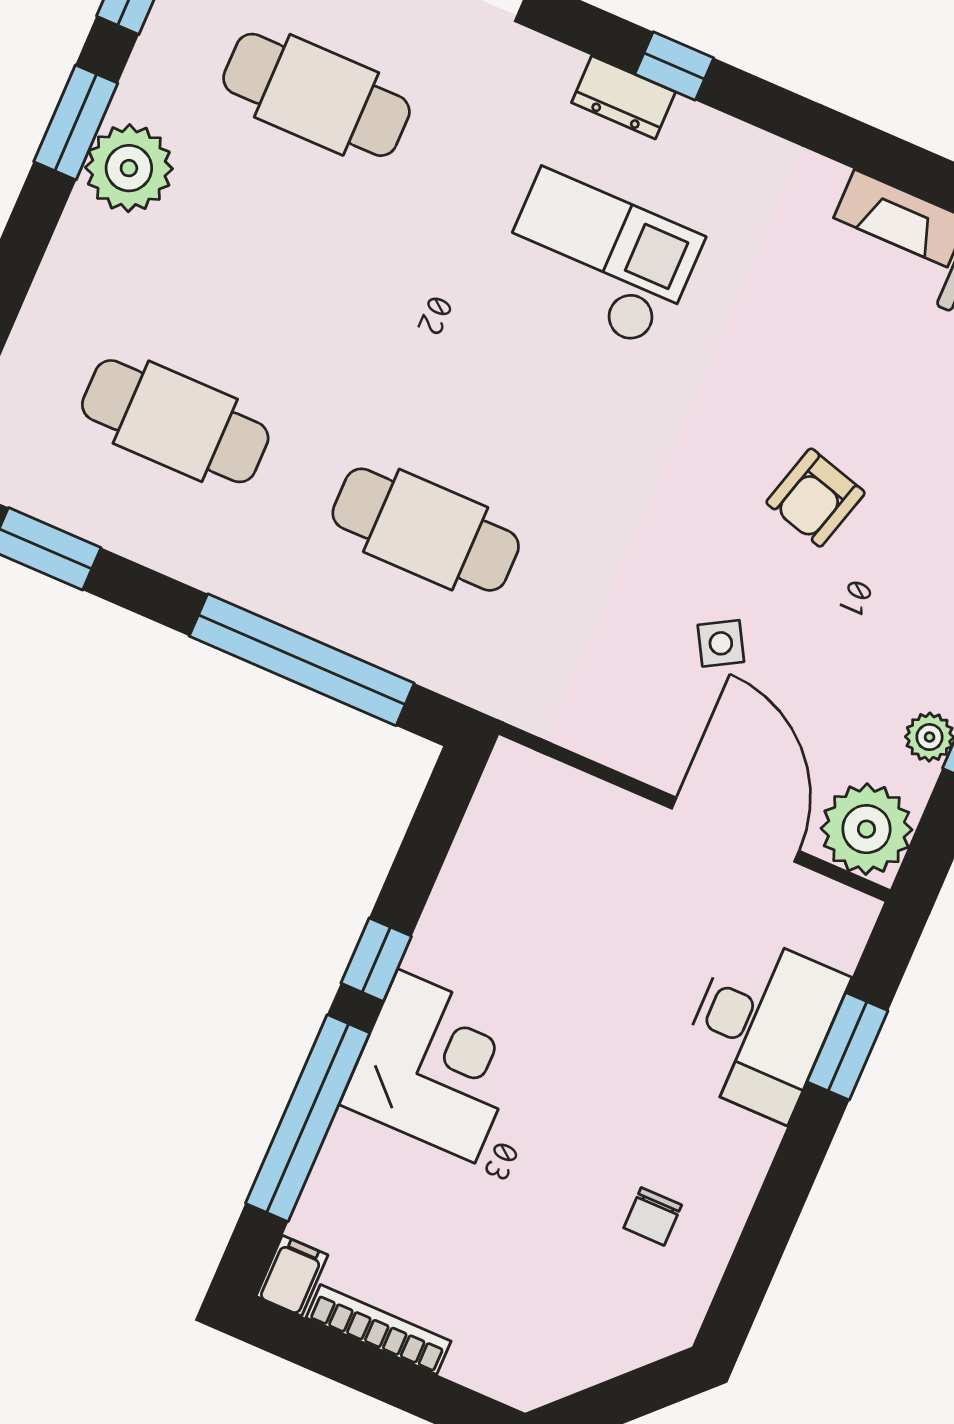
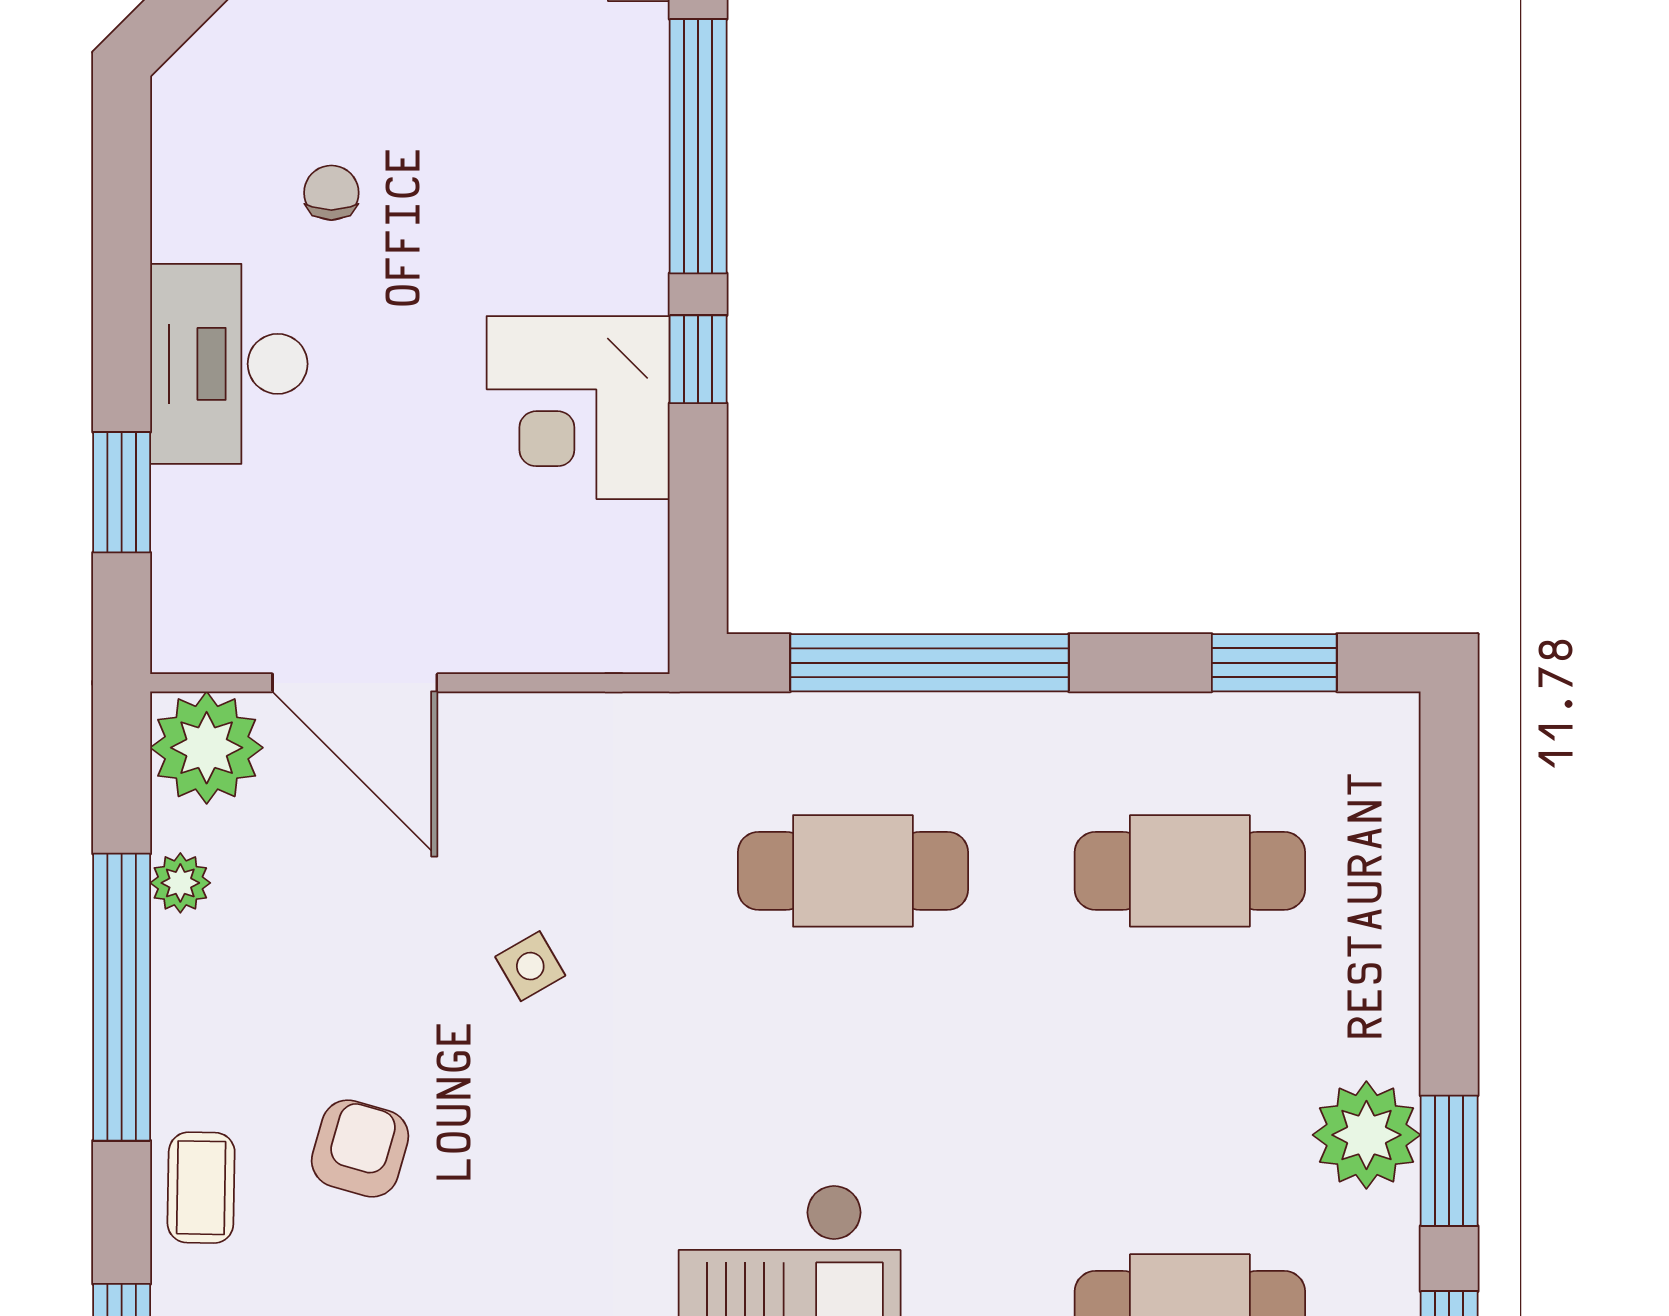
armchair: (816, 498) -> (360, 1148), moved
side table: (721, 643) -> (530, 966), moved
desk: (761, 1027) -> (229, 364), moved
corner desk: (436, 1066) -> (578, 408), moved
chair: (653, 1216) -> (331, 193), moved

